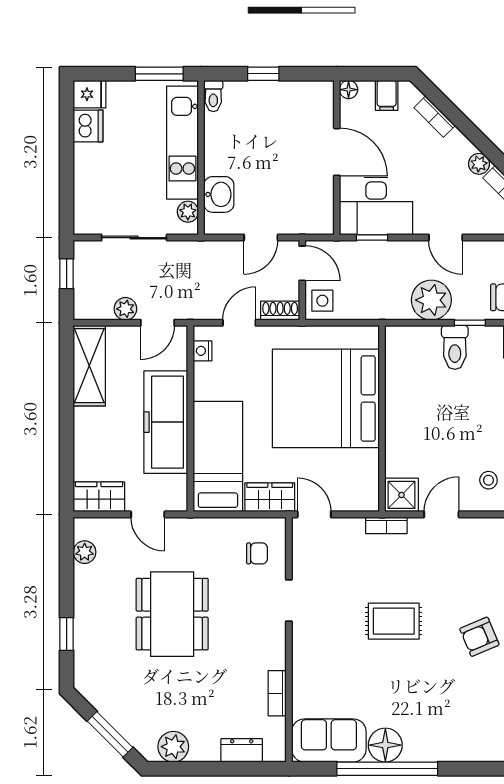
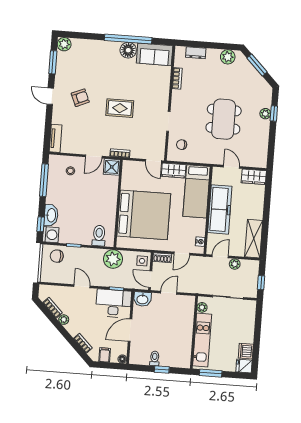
toilet: (213, 96) -> (155, 358), moved
door: (337, 152) -> (130, 330), hinge flipped
washbasin: (219, 194) -> (142, 299), moved, turned -90
plant: (431, 300) -> (113, 259), moved
toilet: (455, 347) -> (99, 236), moved
plant: (85, 552) -> (265, 114), moved

